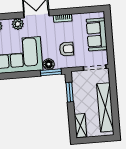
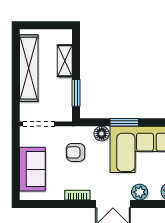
window: (51, 72) -> (124, 122), moved
shelving: (80, 126) -> (65, 61), moved

